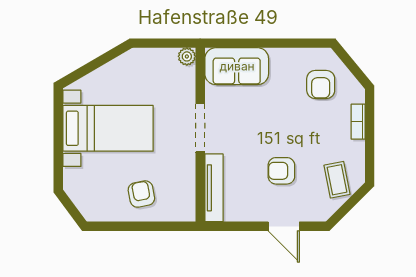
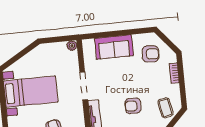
sofa: (237, 66) -> (114, 47), moved
armchair: (321, 84) -> (151, 54), turned -85

